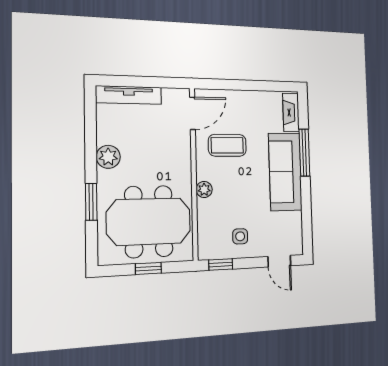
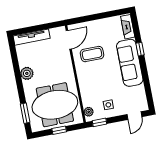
window: (304, 153) -> (140, 49), width x0.46
plant: (204, 189) -> (89, 112), moved
window: (91, 202) -> (25, 113), moved
door: (279, 261) -> (134, 116), hinge flipped

